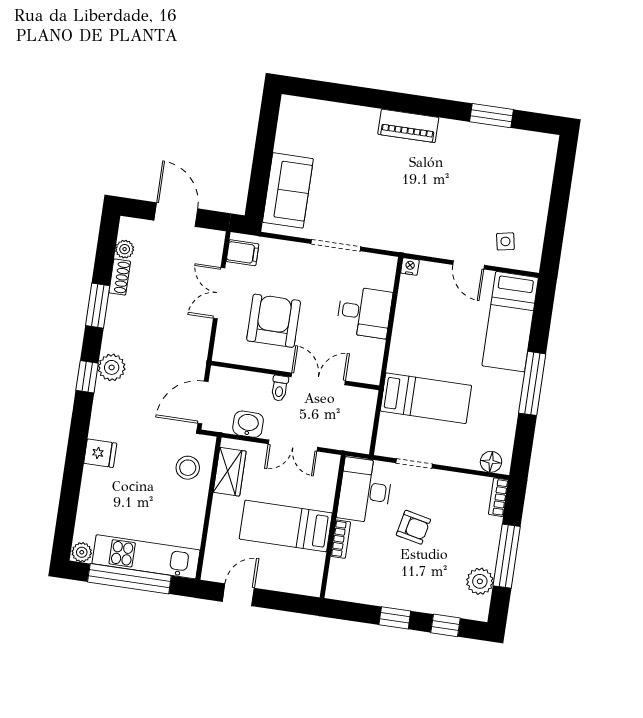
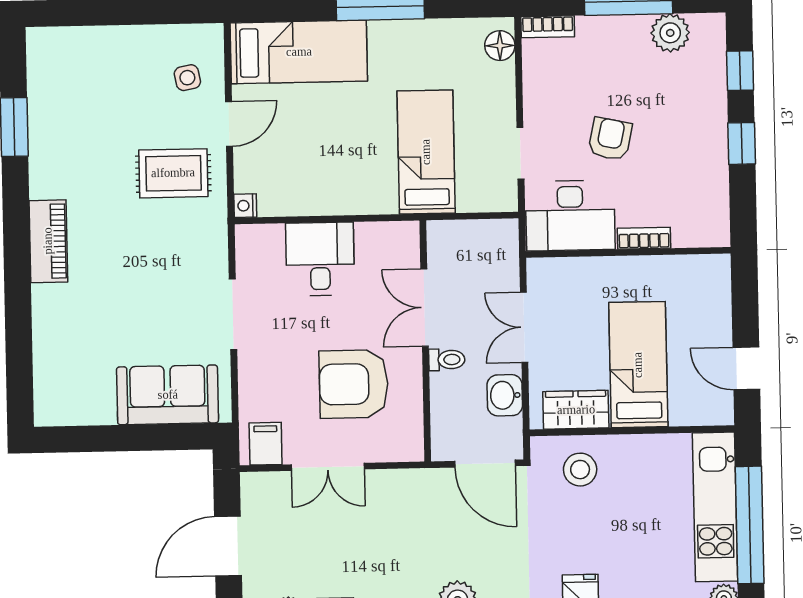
rug: (441, 221) -> (173, 173), added
double door: (293, 446) -> (524, 327), swing flipped
bed: (286, 526) -> (638, 365), moved, turned 180

